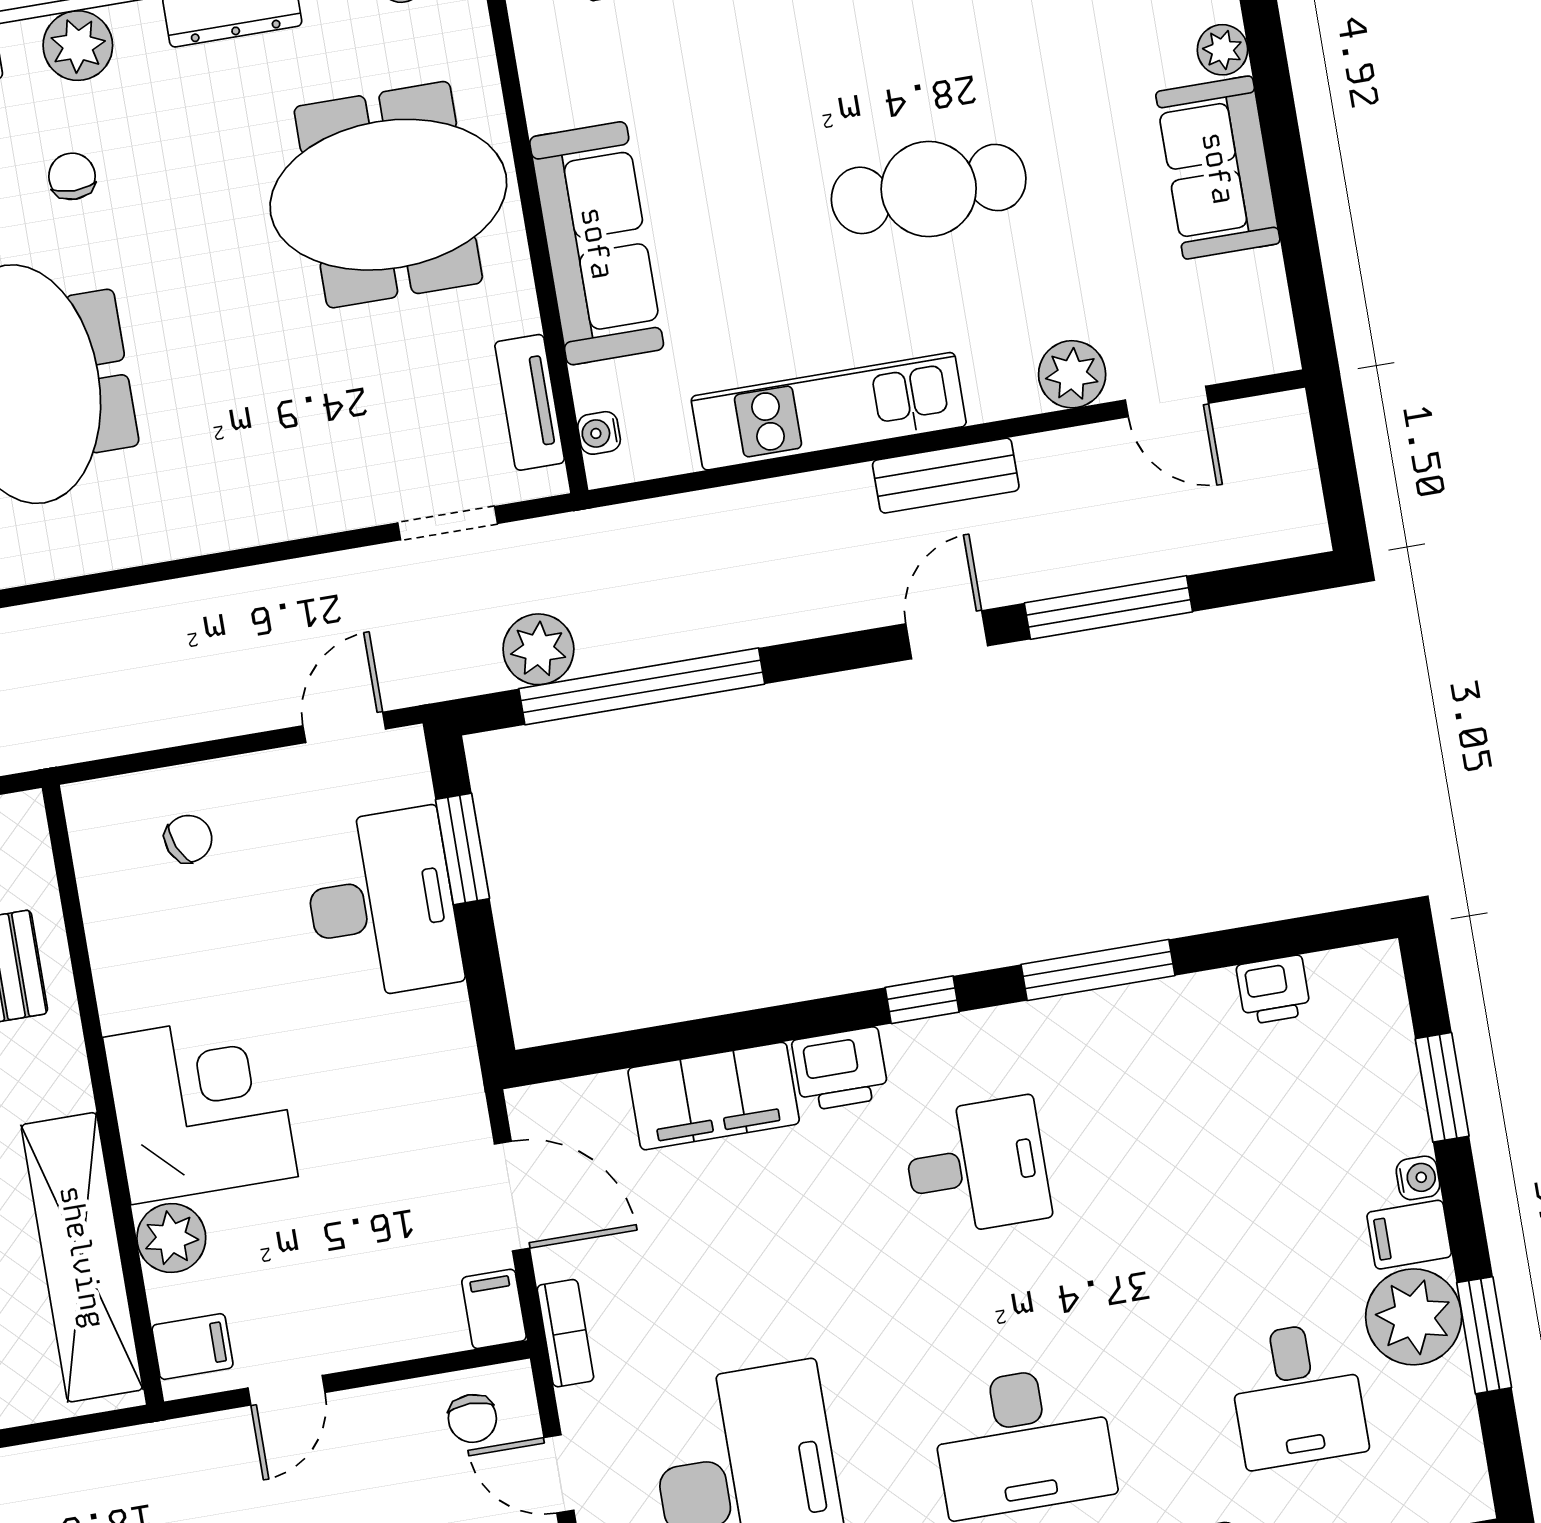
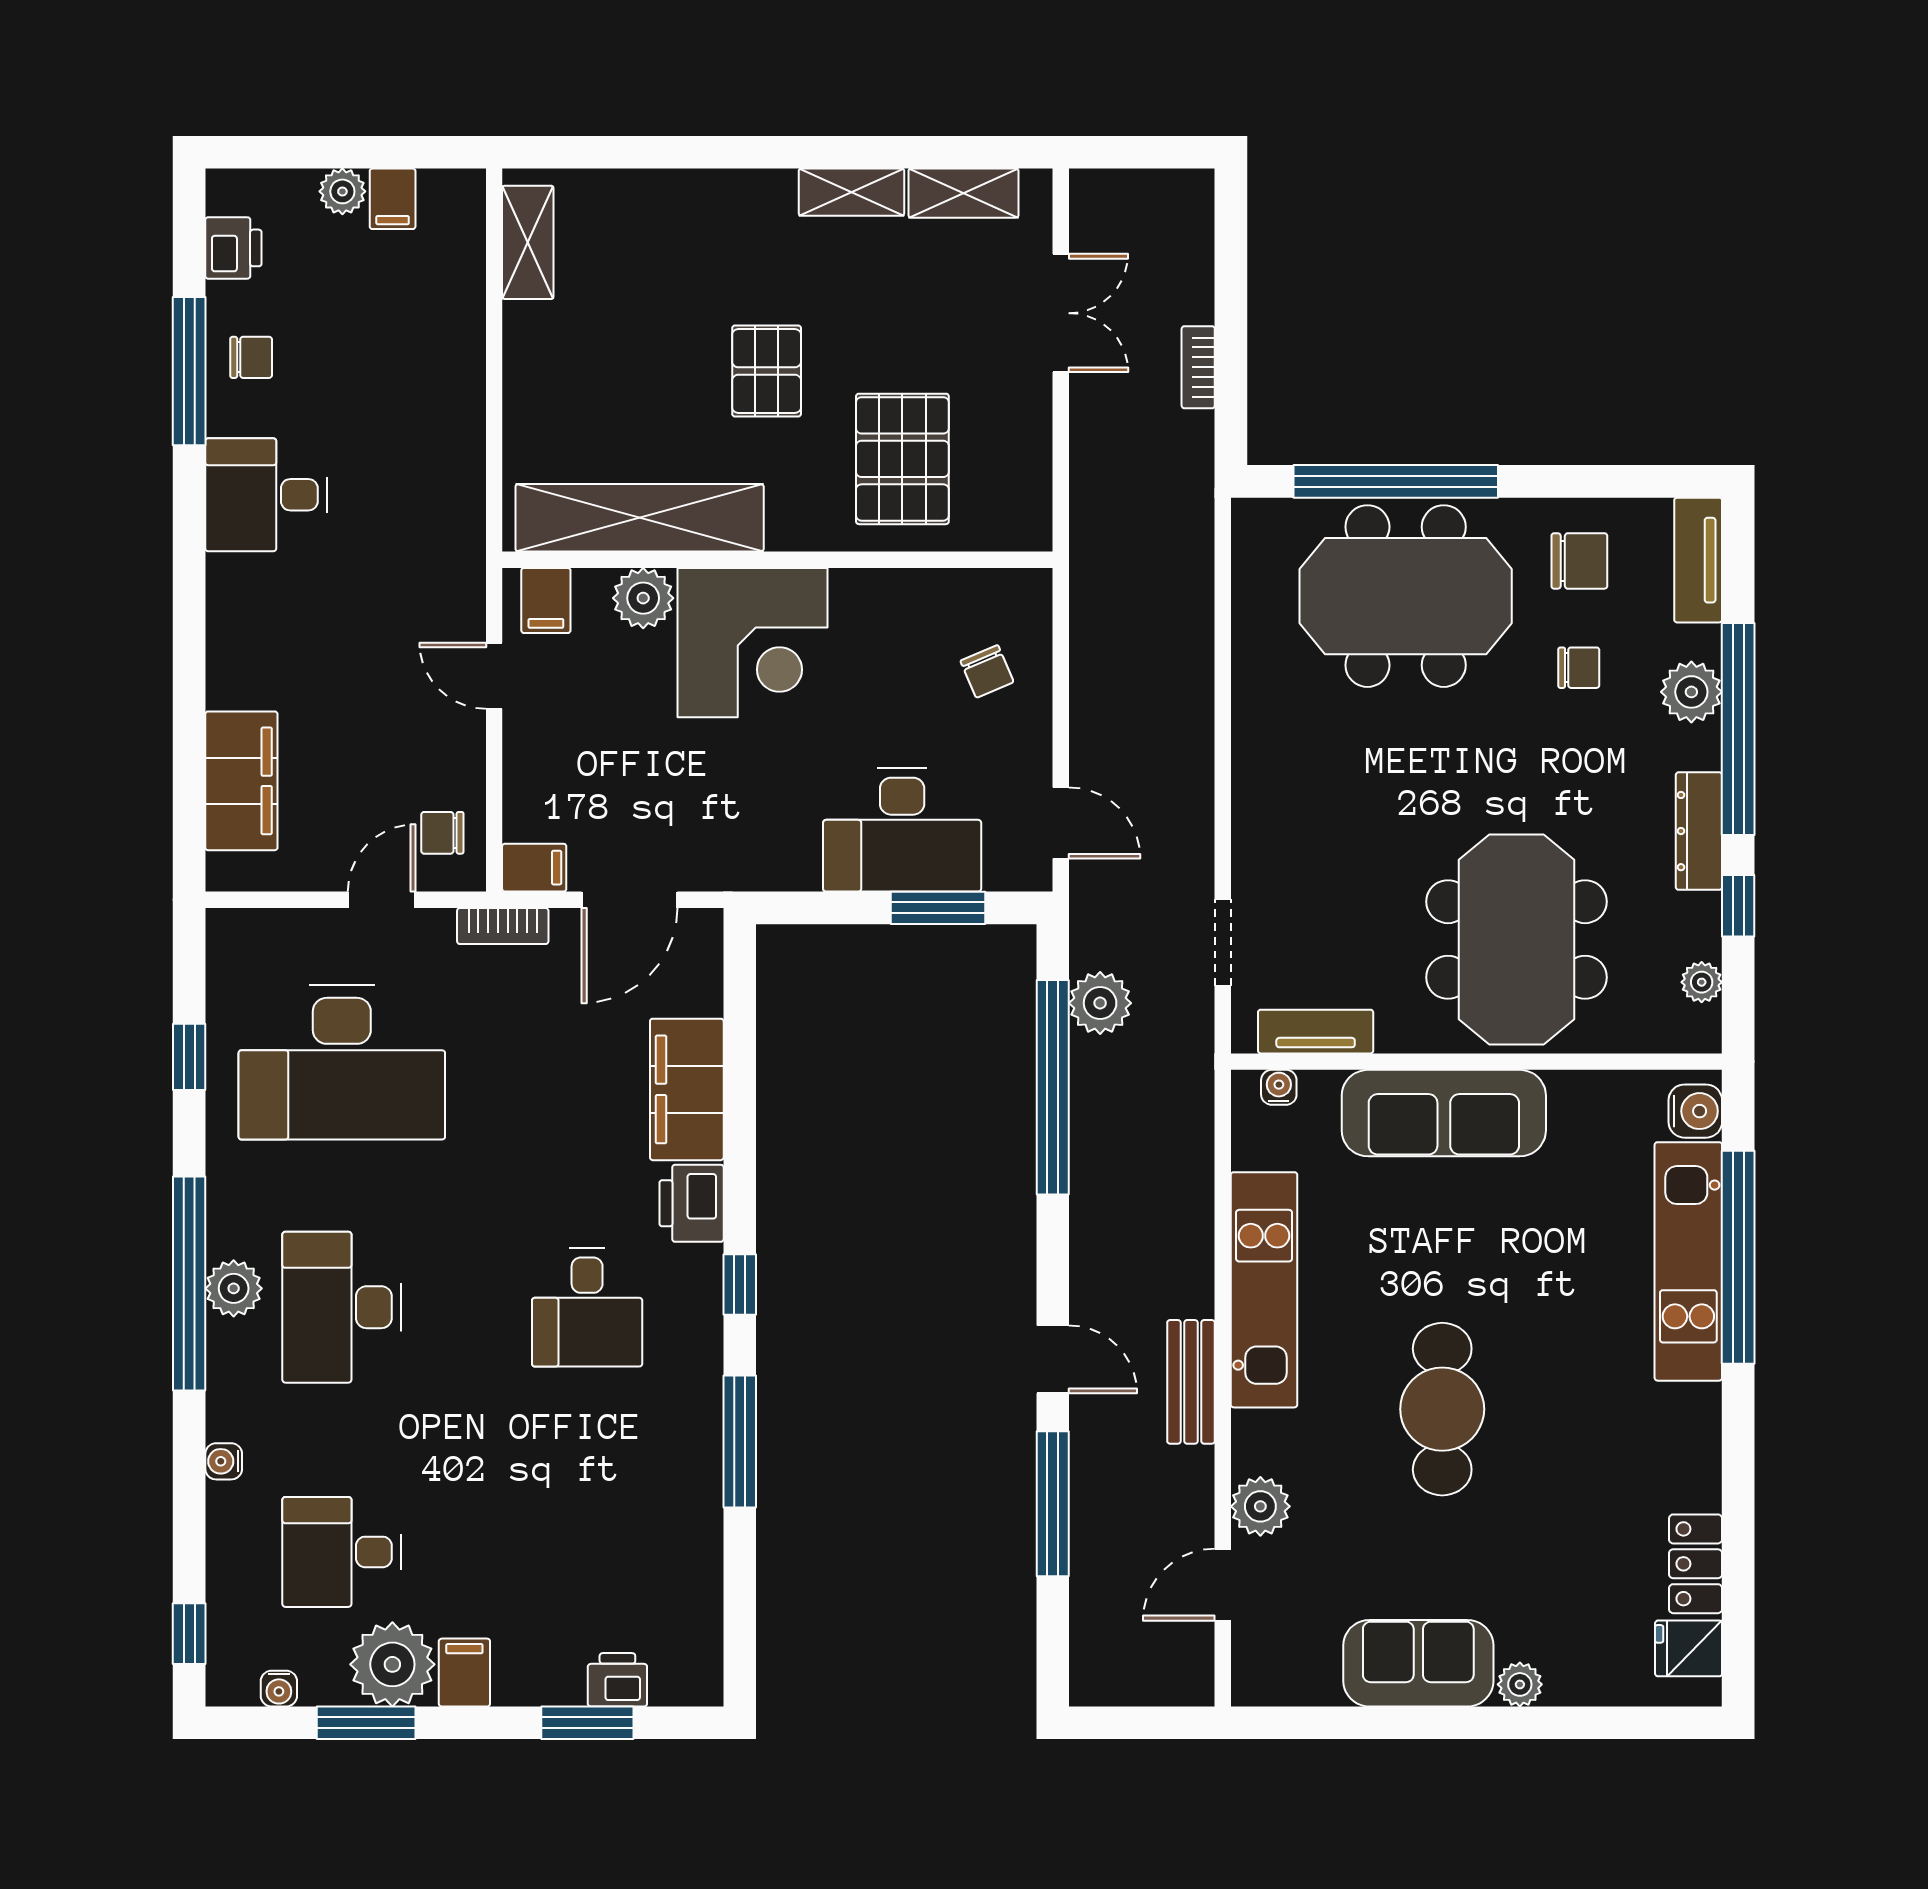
printer: (1274, 990) -> (617, 1680), moved, turned 90
water cooler: (1418, 1178) -> (279, 1689), moved

